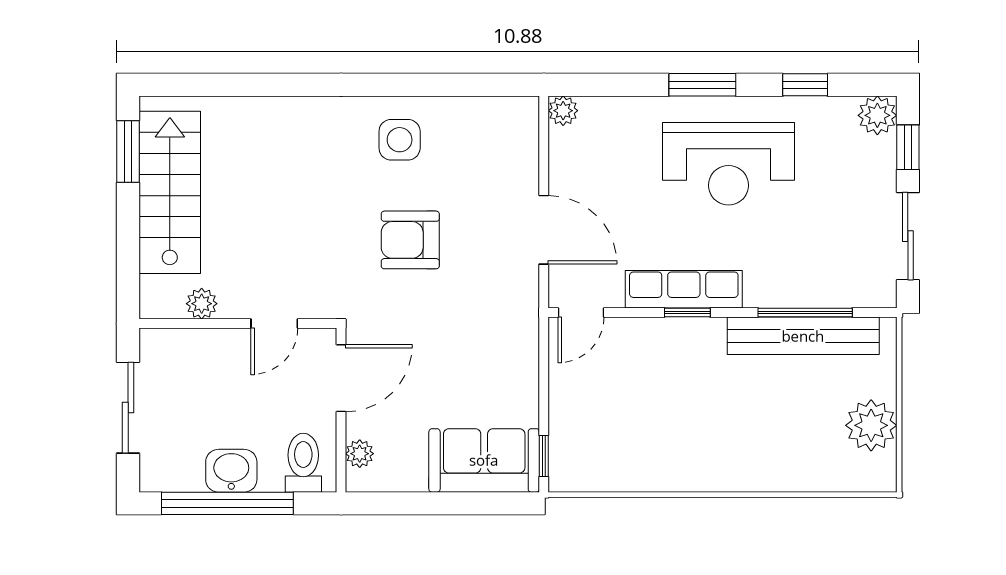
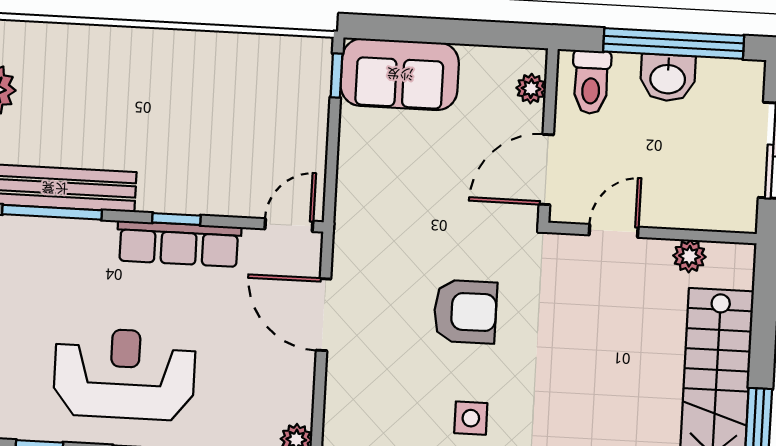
side table: (400, 140) -> (471, 418), width x0.73, depth x0.73

